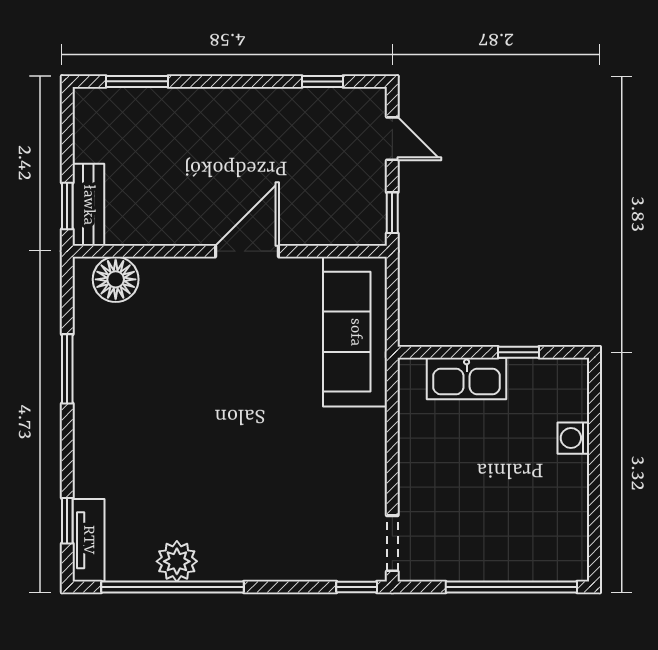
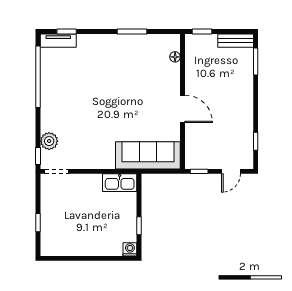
bench: (88, 205) -> (236, 41), moved
floor lamp: (116, 279) -> (175, 57), width x0.53, depth x0.53
kitchen sink: (467, 379) -> (120, 183), moved, turned -90
washing machine: (573, 438) -> (130, 249), moved
plant: (177, 561) -> (49, 141), moved
window: (511, 587) -> (38, 223), width x0.32

